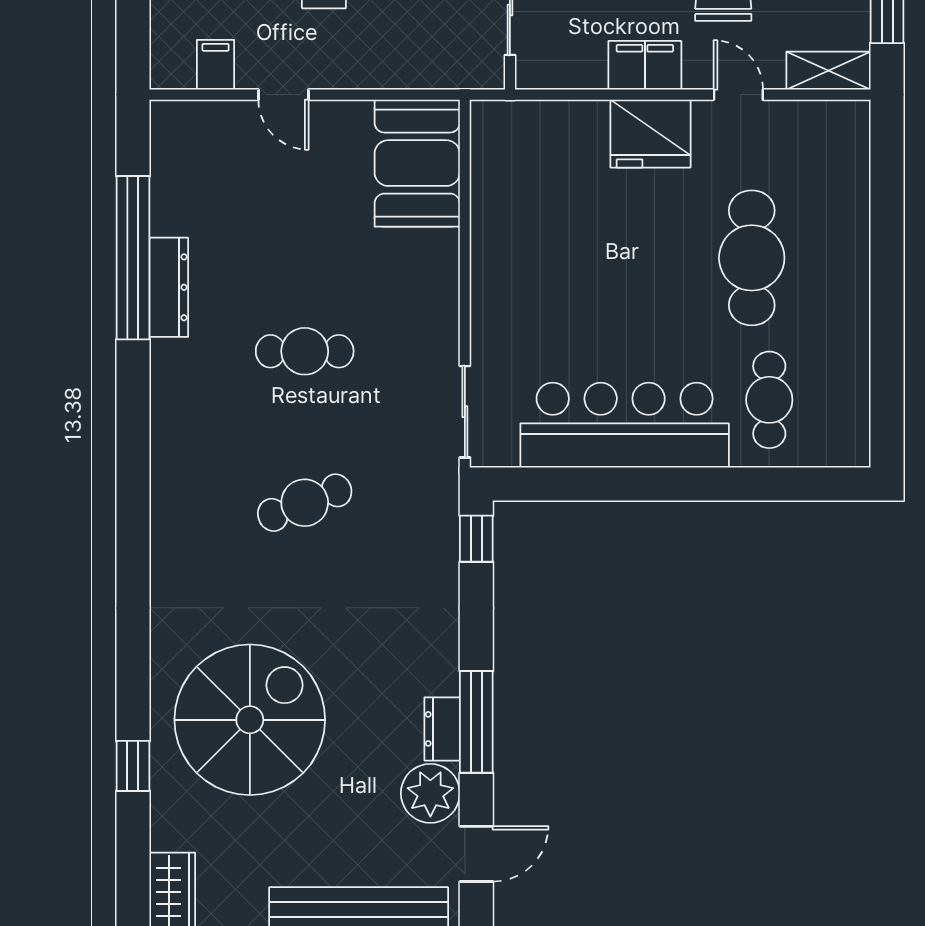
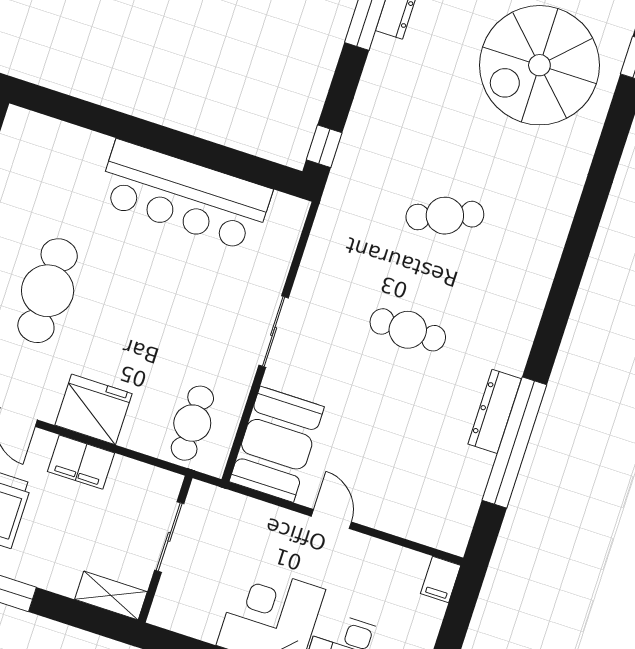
filing cabinet: (216, 65) -> (441, 579), moved
door: (283, 95) -> (331, 519), moved
cafe table: (769, 400) -> (192, 423), moved
sliding door: (465, 412) -> (274, 332), moved

